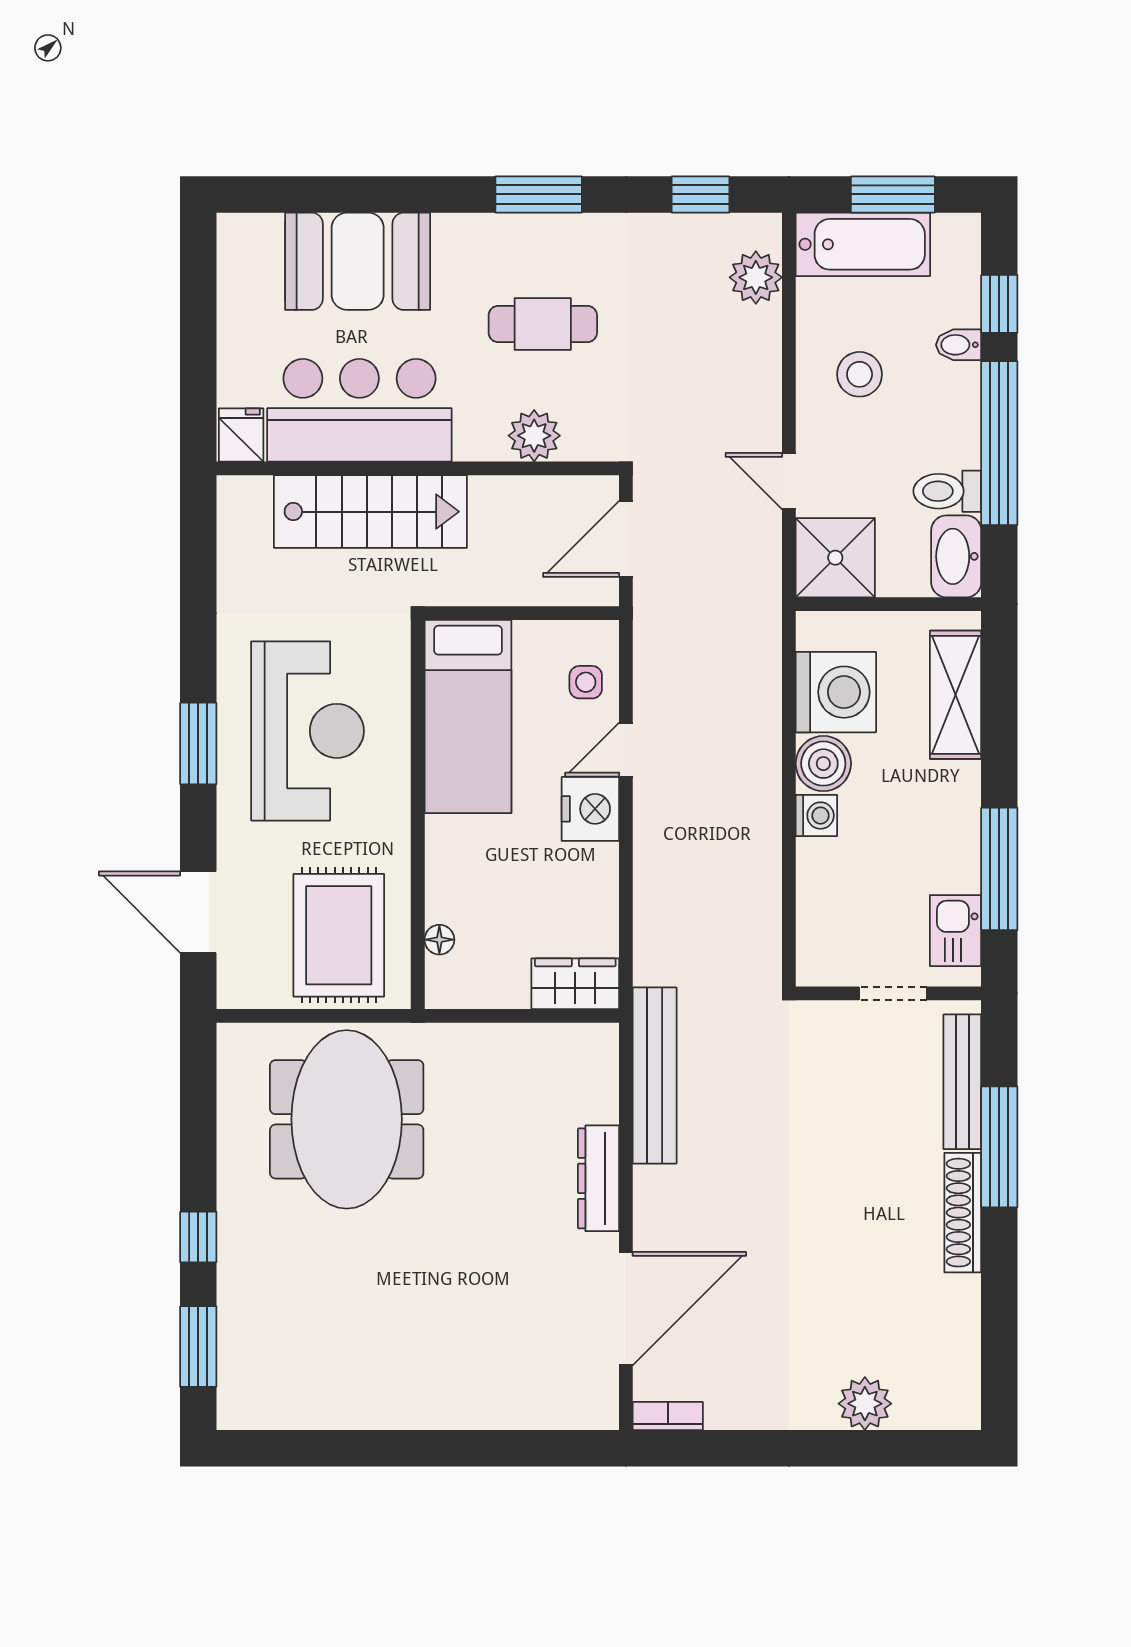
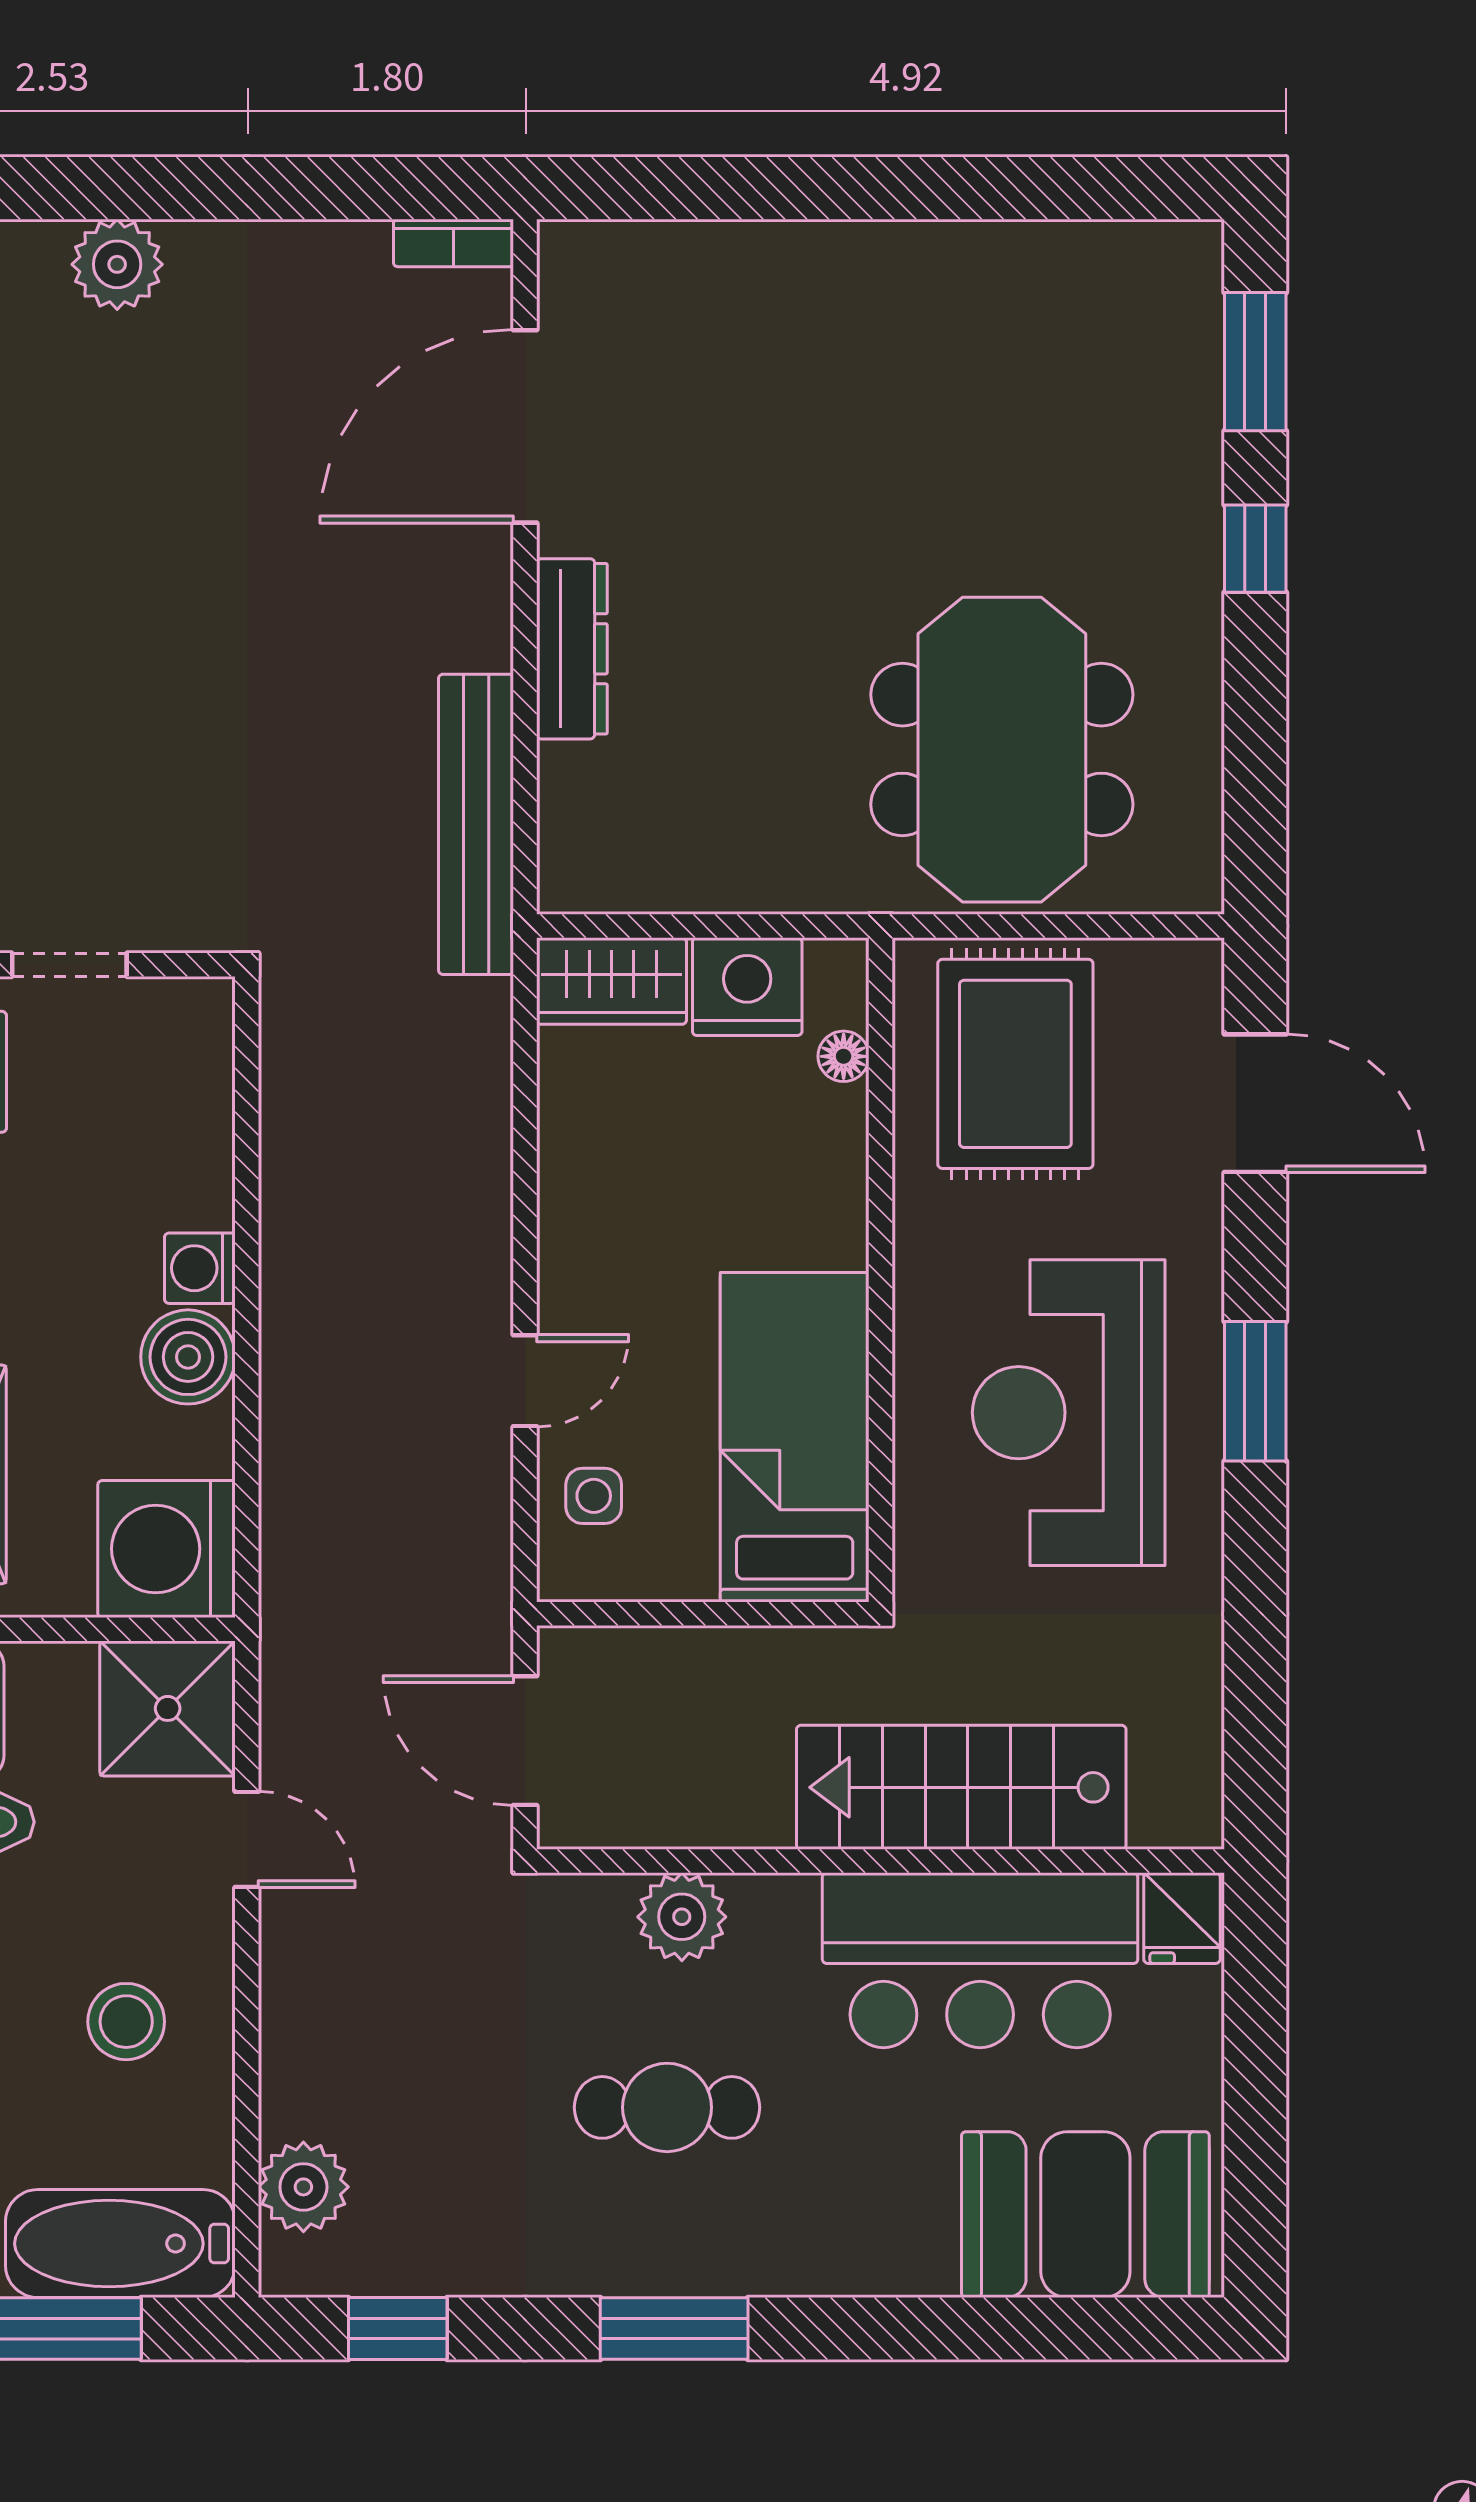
booth: (358, 261) -> (1085, 2215), moved
door: (626, 539) -> (525, 1741), swing flipped
washing machine: (836, 692) -> (167, 1549), moved
nightstand: (590, 809) -> (747, 987), moved, turned 90

